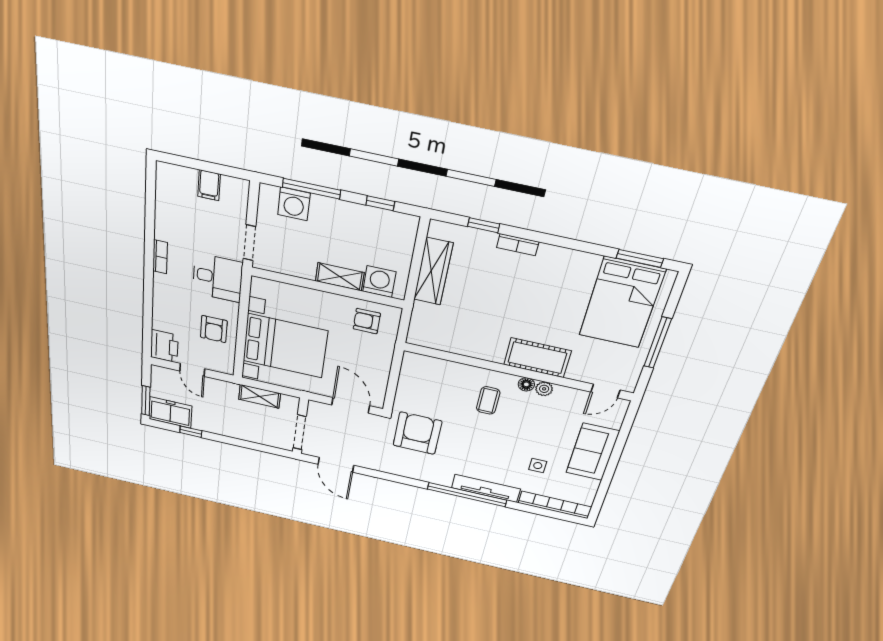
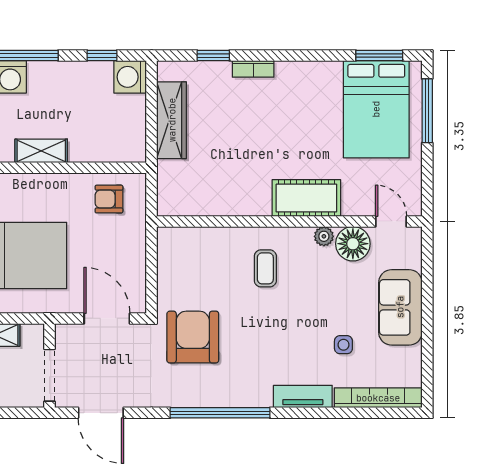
shelving: (340, 277) -> (41, 151), moved
washing machine: (379, 282) -> (130, 77), moved, turned -90
window: (658, 343) -> (427, 111), moved
floor lamp: (526, 384) -> (353, 244), moved, width x1.89, depth x1.89
door: (606, 391) -> (391, 221), swing flipped
tv unit: (486, 488) -> (303, 397), width x0.71
window: (467, 495) -> (220, 413), moved

